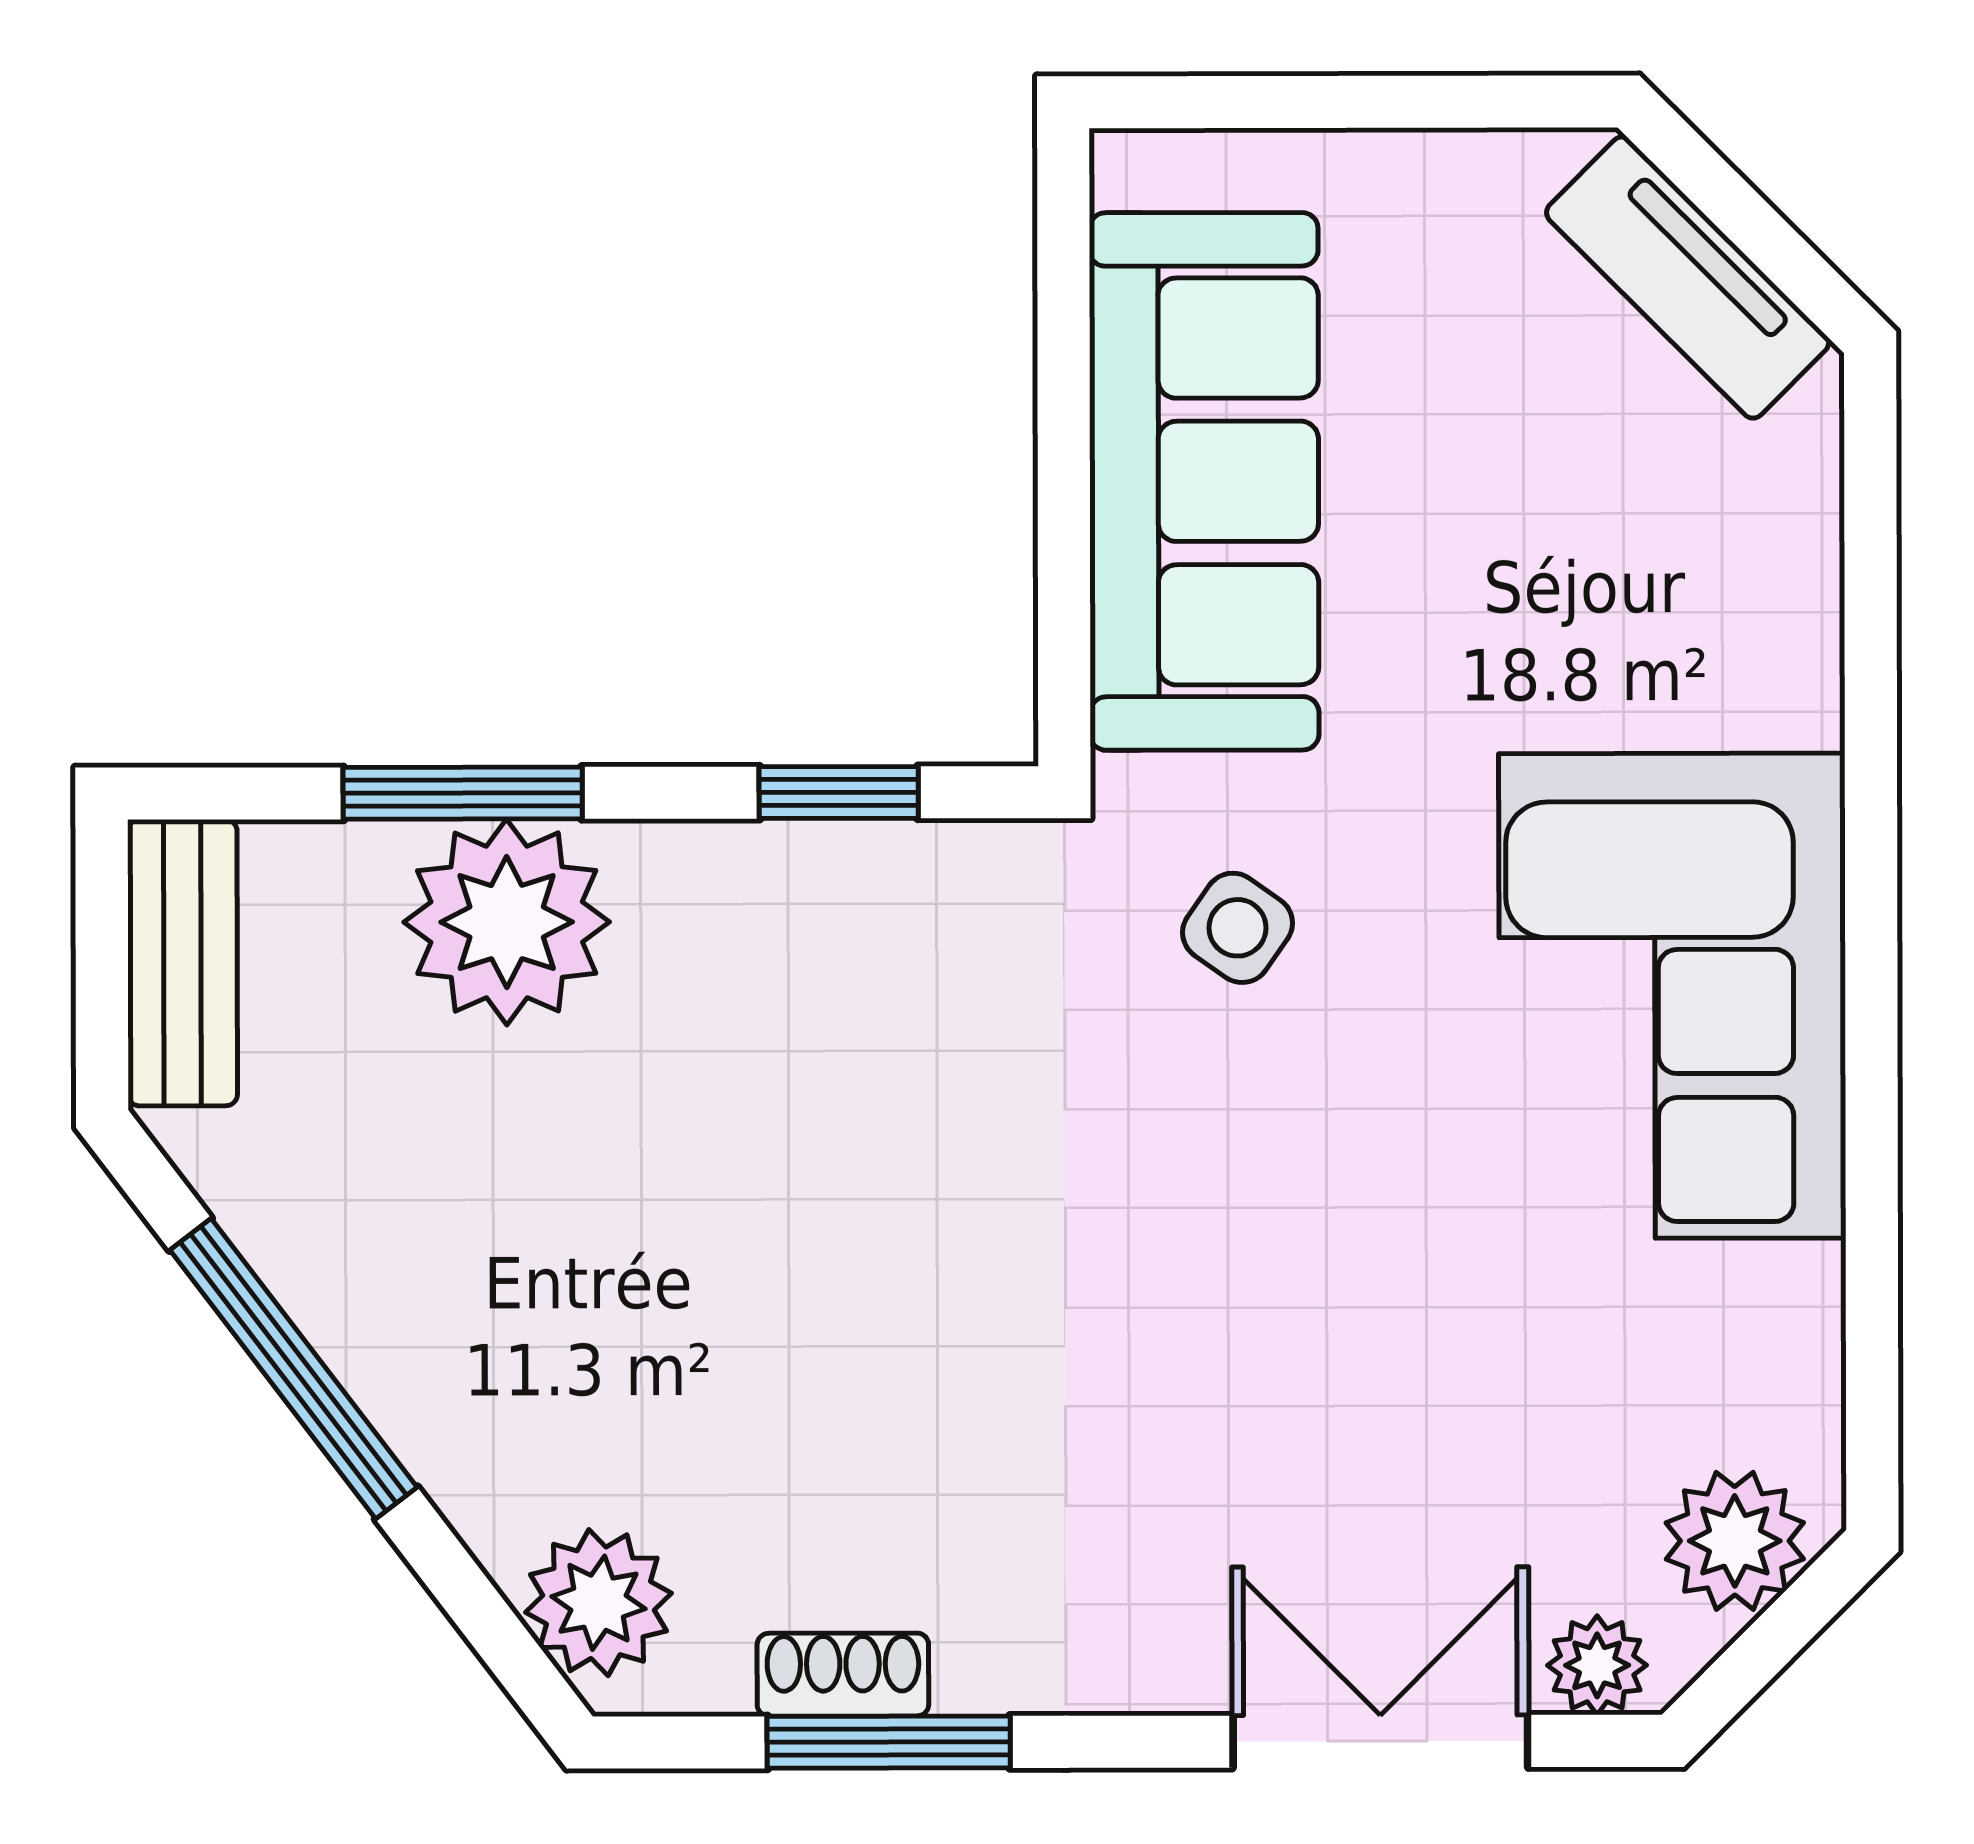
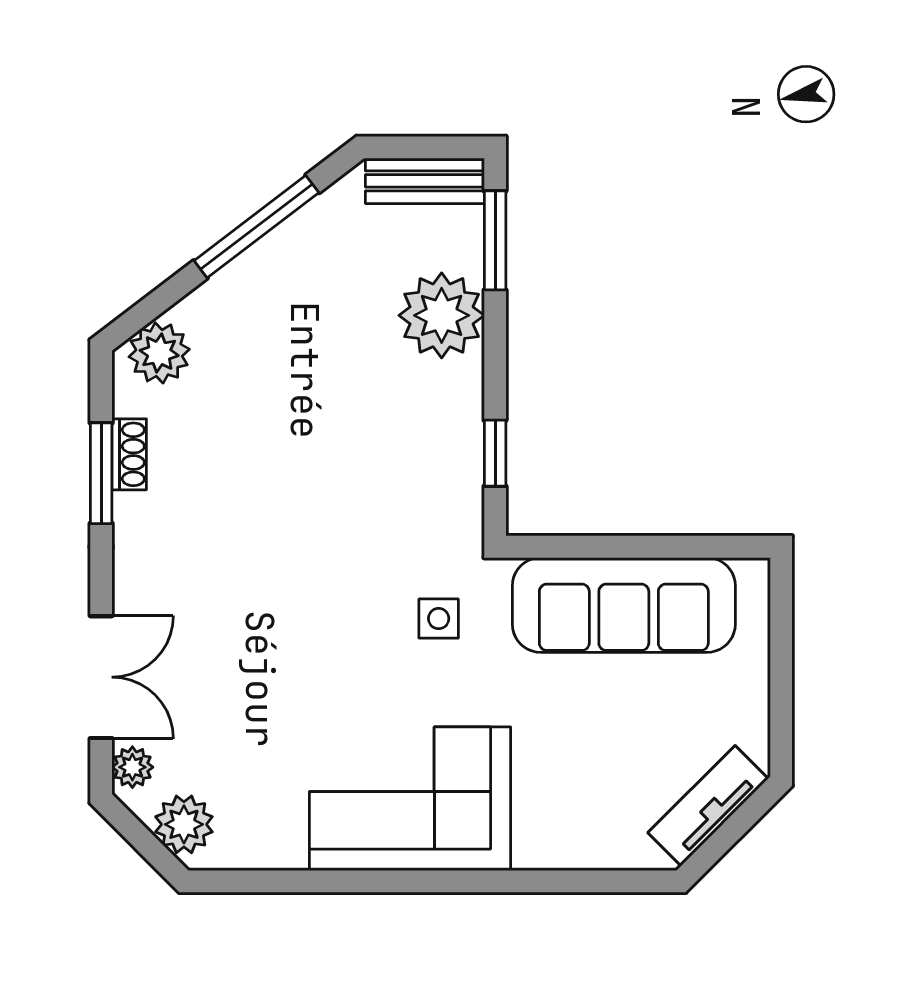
window: (463, 793) -> (495, 240), moved
side table: (1238, 928) -> (439, 619), turned -35

